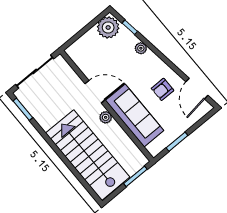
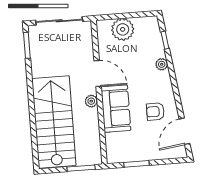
plant: (108, 27) -> (123, 29), moved
sofa: (135, 116) -> (116, 109), width x0.73

